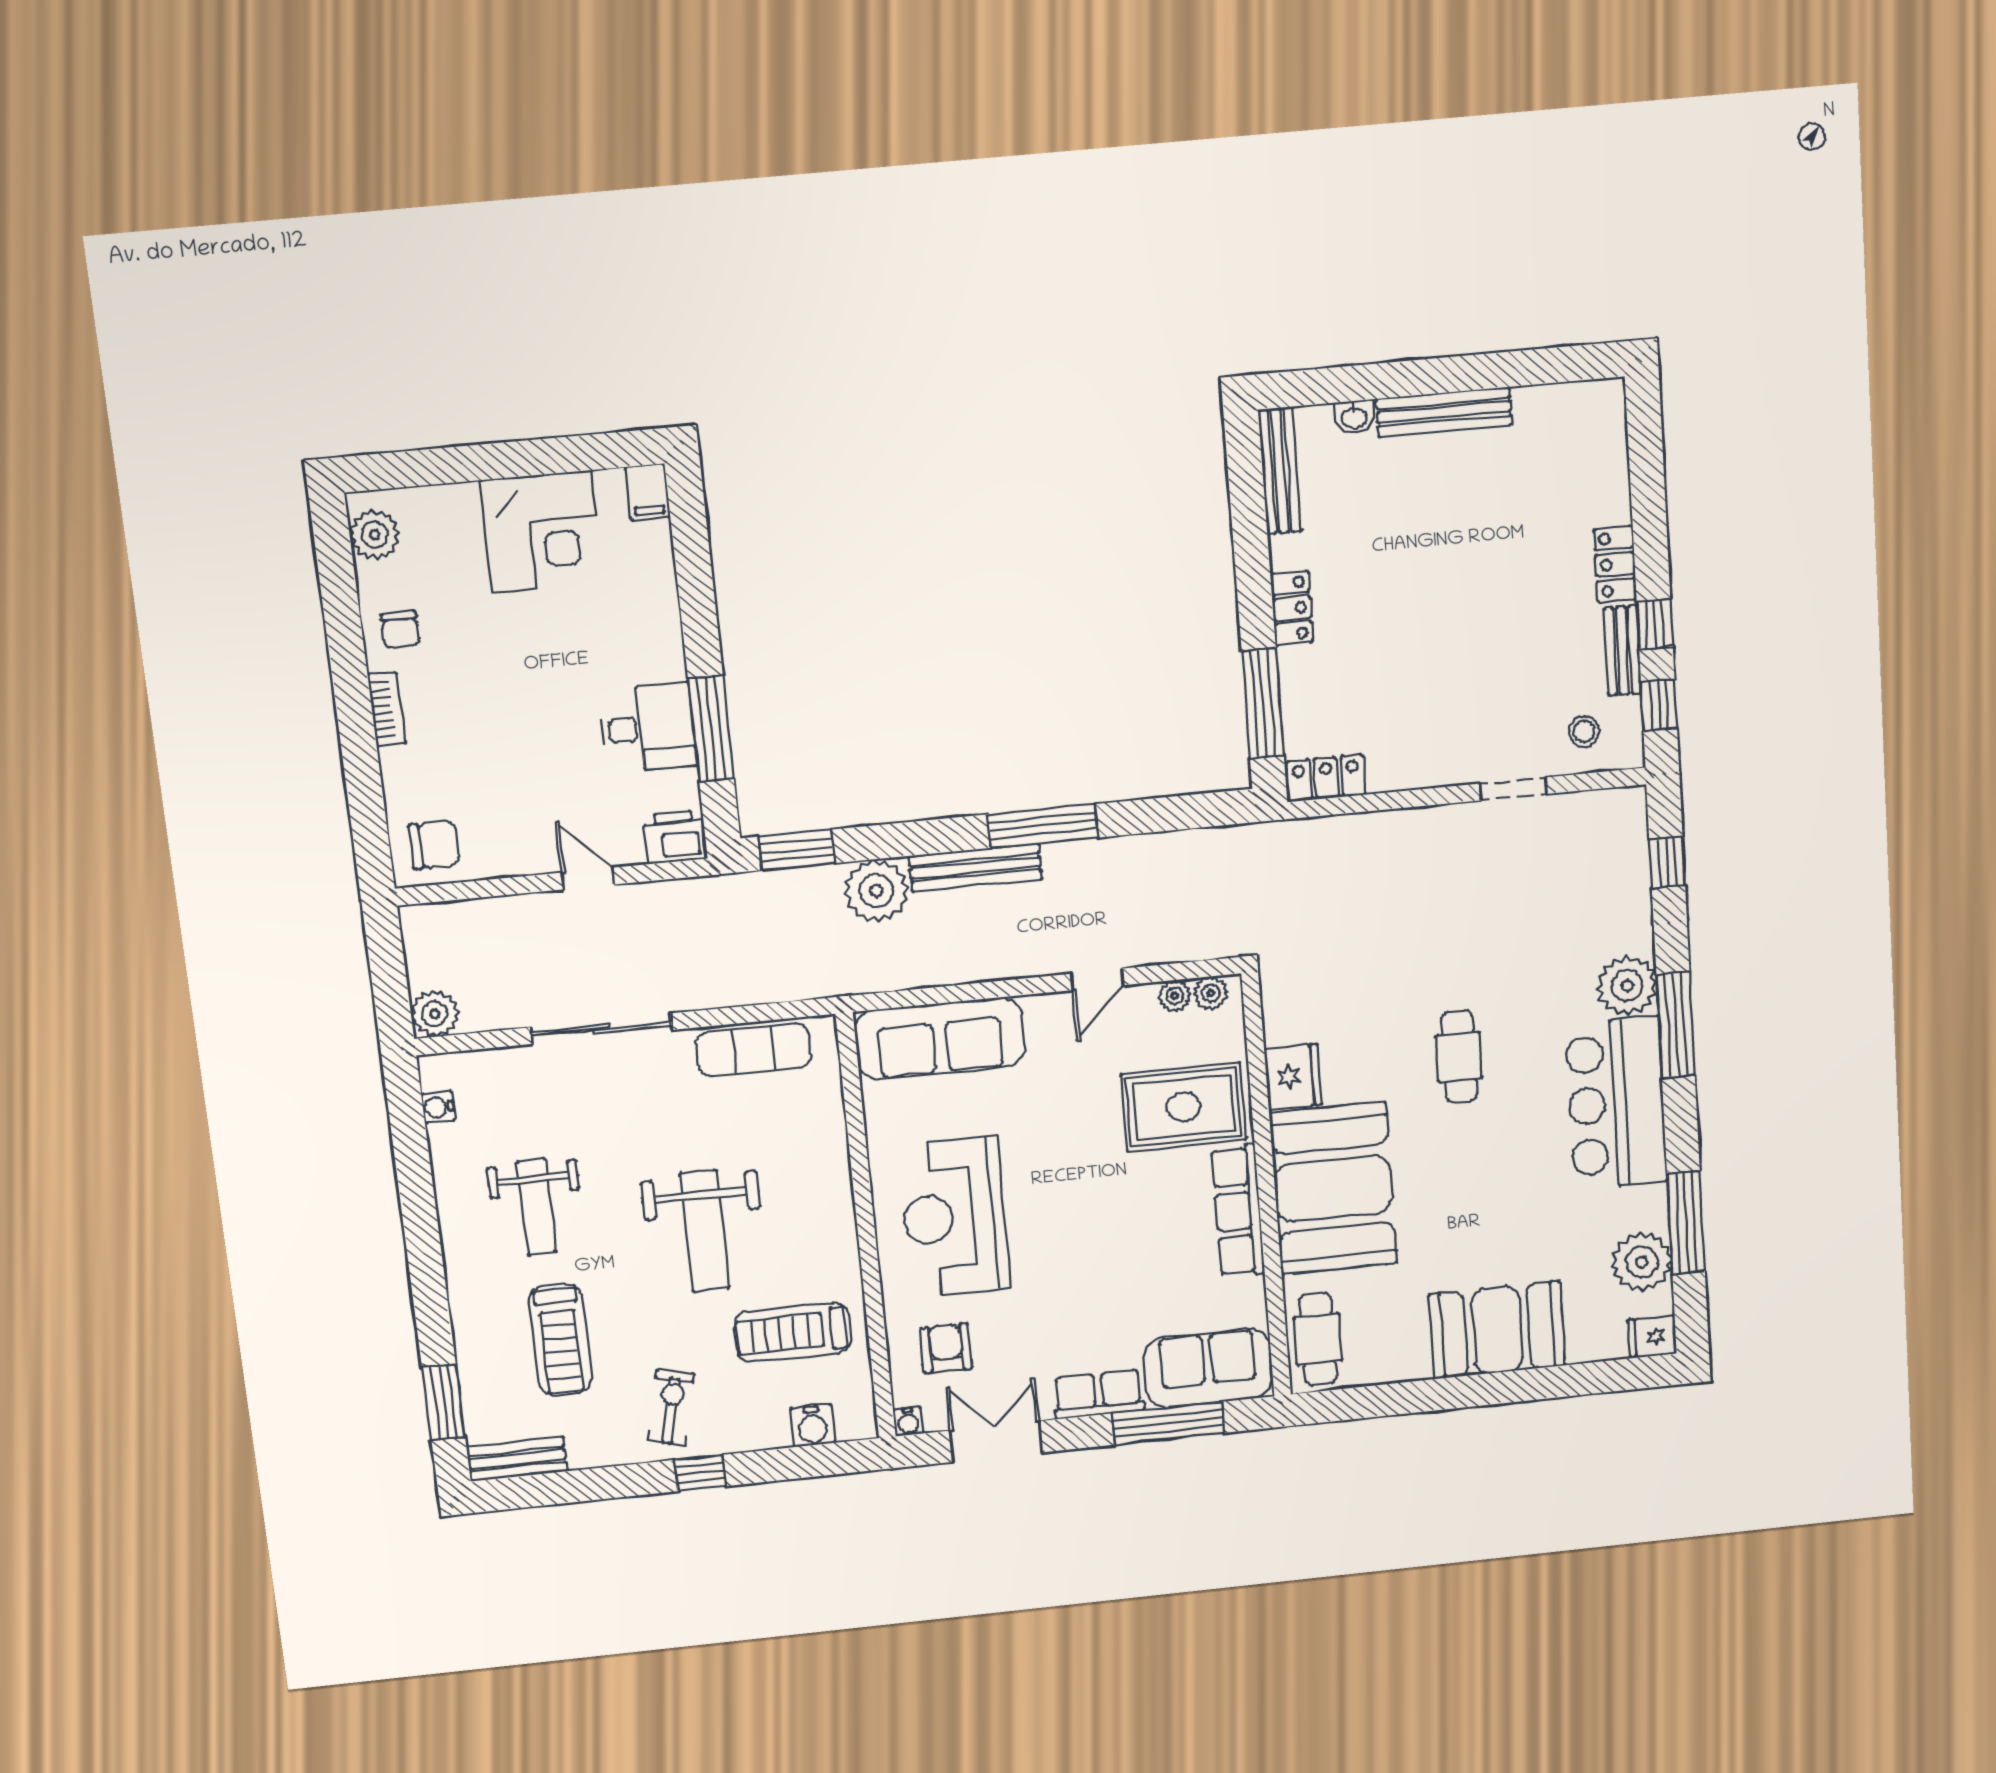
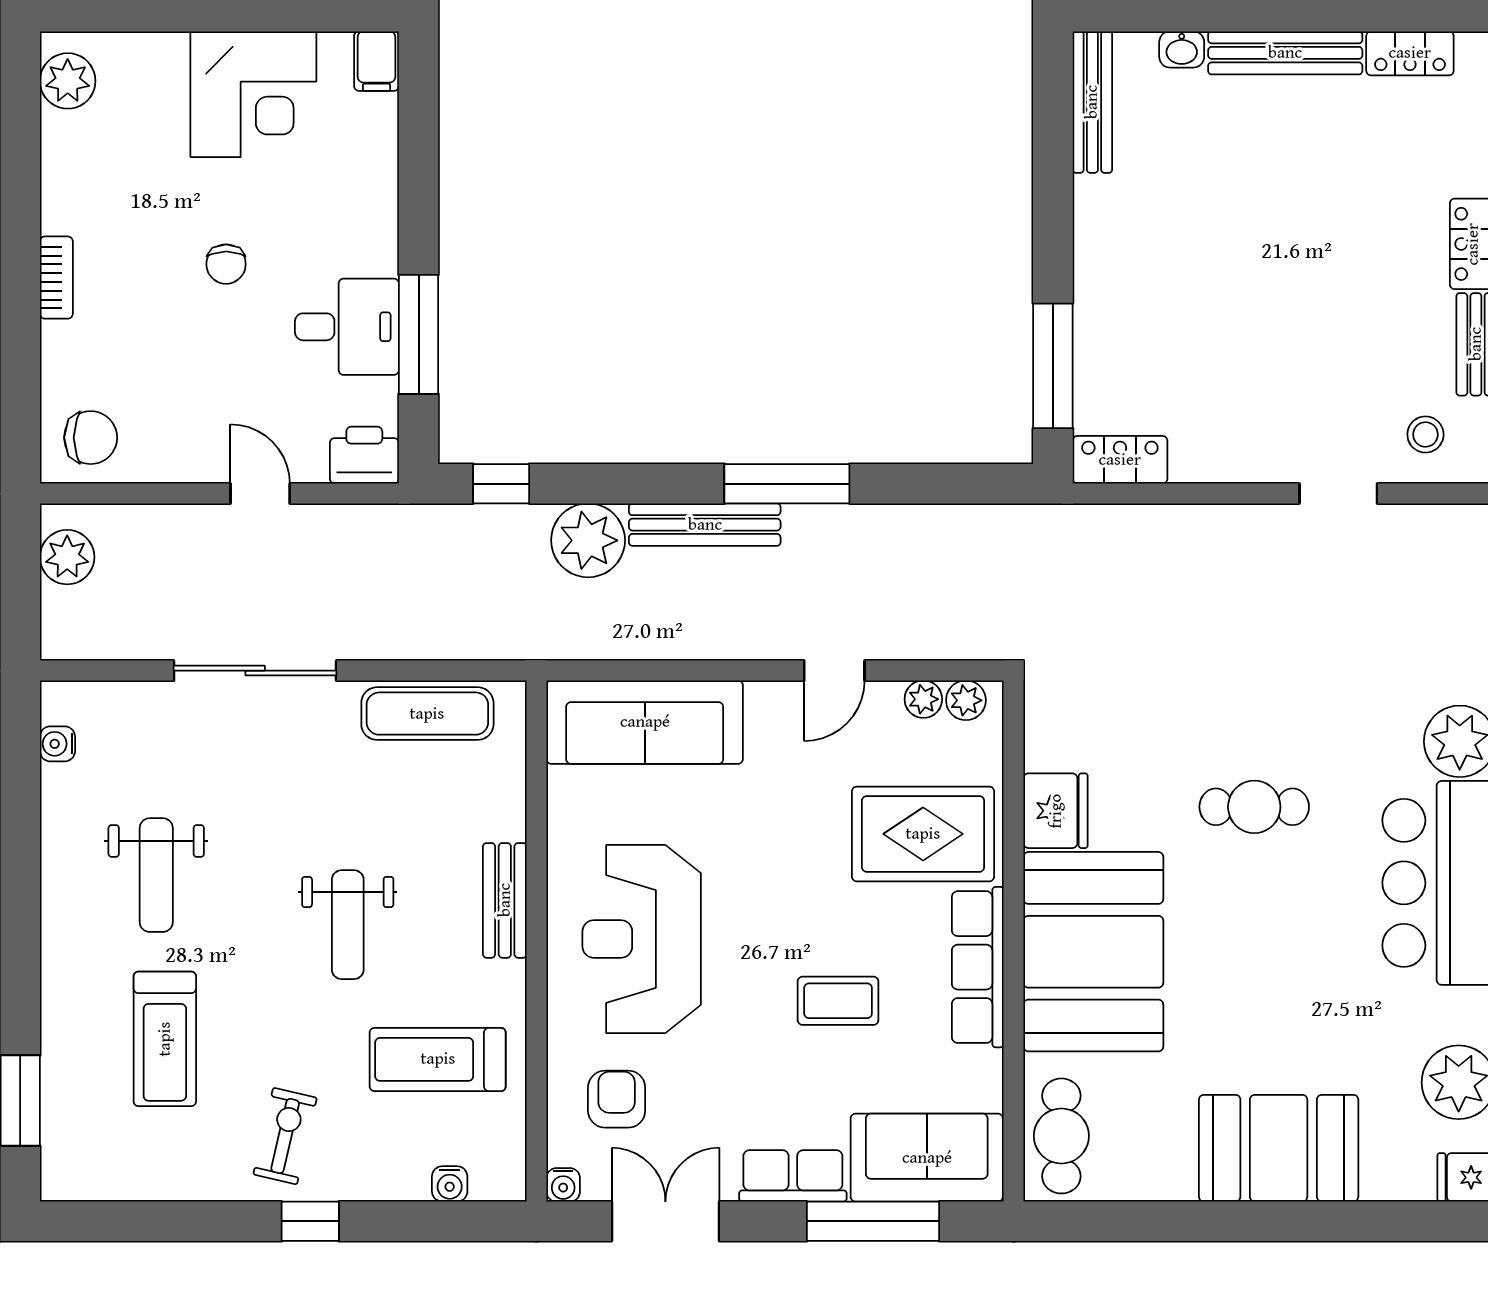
locker: (1292, 608) -> (1410, 53), moved, turned 90
chair: (400, 630) -> (226, 264), moved
window: (797, 850) -> (501, 484), width x0.67
plant: (435, 1014) -> (67, 557), moved
cafe table: (1459, 1057) -> (1254, 807), turned 90
weight bench: (705, 1231) -> (348, 925), width x0.73, depth x0.75
coffee table: (1124, 1250) -> (838, 1001), added
water cooler: (813, 1426) -> (450, 1184), width x0.72, depth x0.72
bench: (517, 1459) -> (505, 900), moved, turned 90

